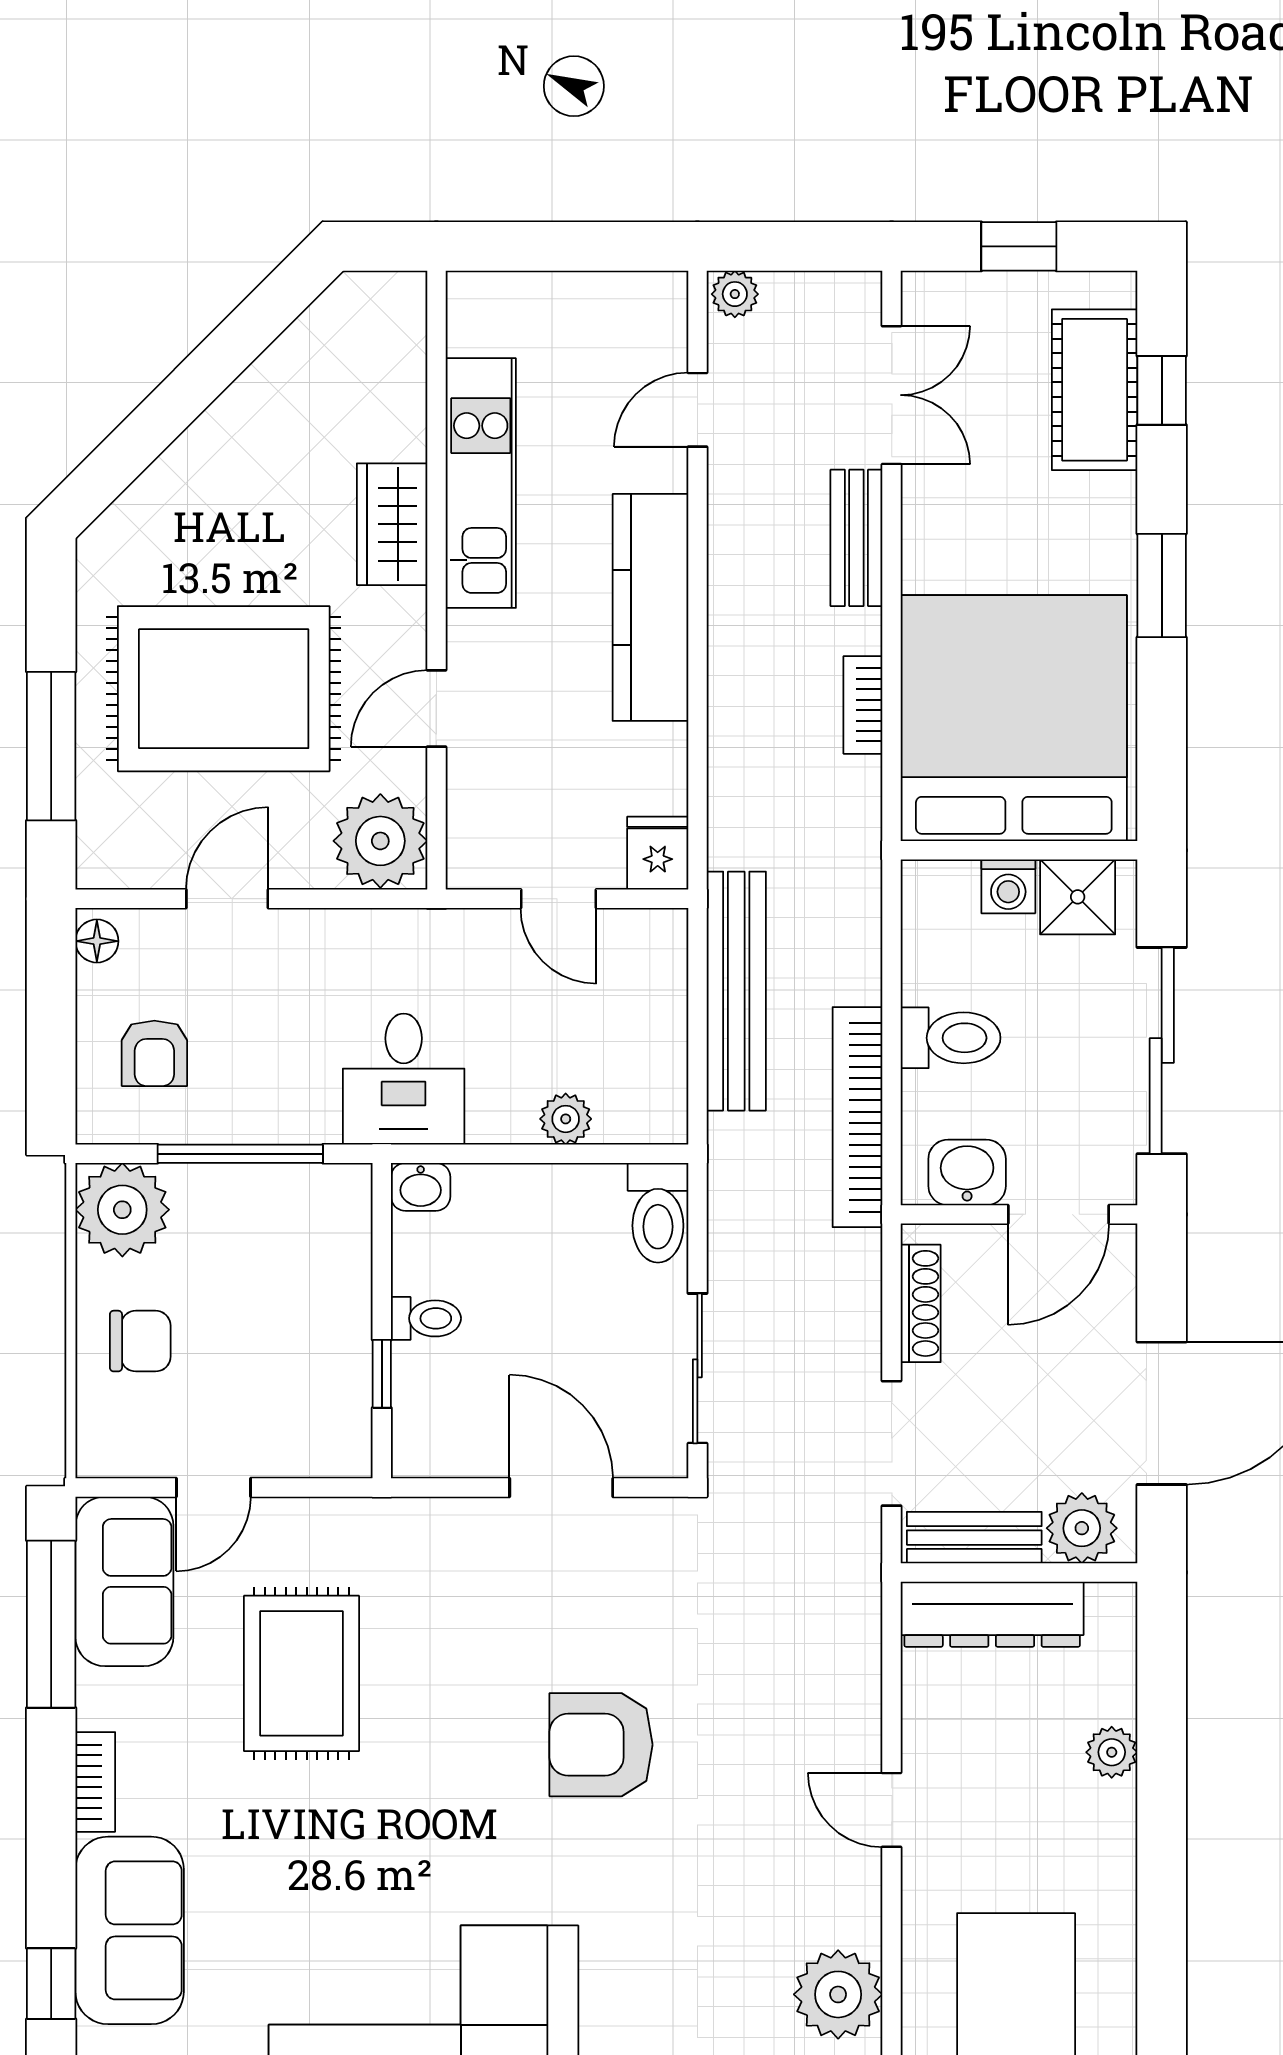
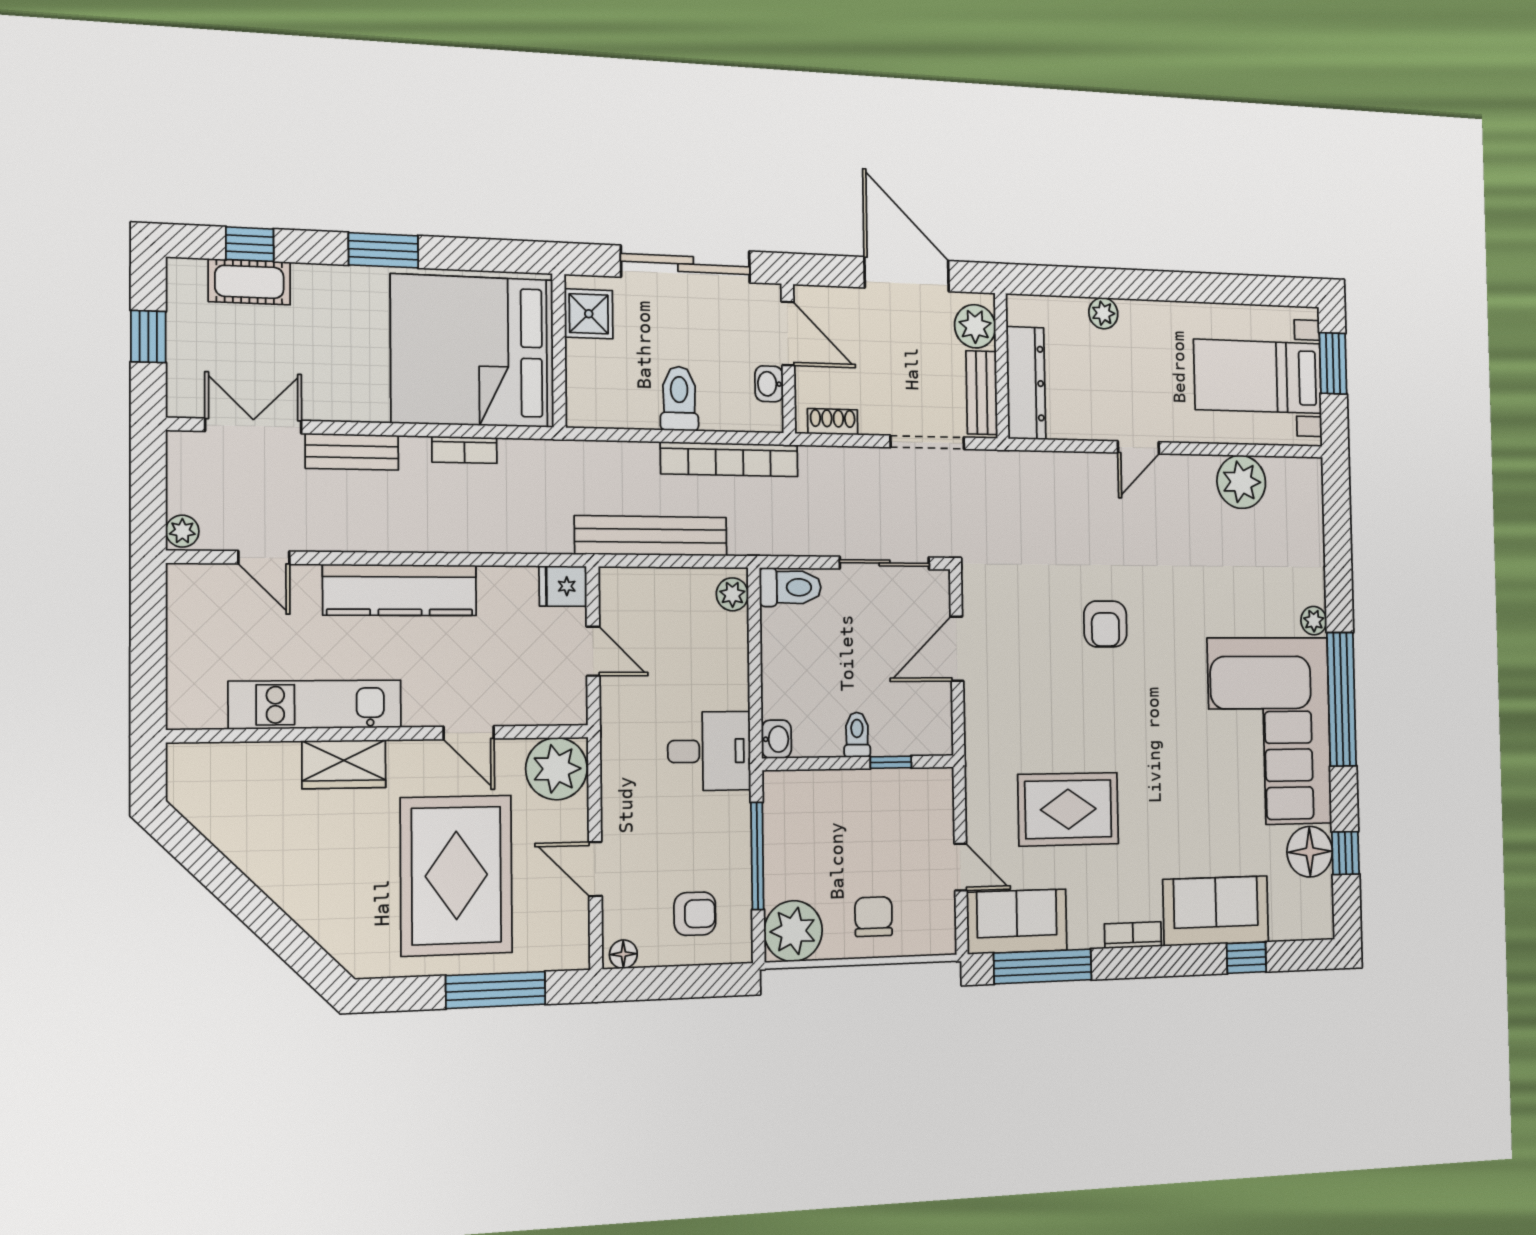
cot: (1095, 390) -> (249, 282), width x0.73, depth x0.75
washing machine: (1008, 886) -> (582, 358), removed
door: (558, 899) -> (593, 651), hinge flipped
plant: (566, 1119) -> (732, 594), moved
washbasin: (967, 1172) -> (769, 384), width x0.72, depth x0.69
shoe rack: (921, 1303) -> (833, 422), width x0.70
armchair: (601, 1745) -> (1105, 624), width x0.72, depth x0.72

